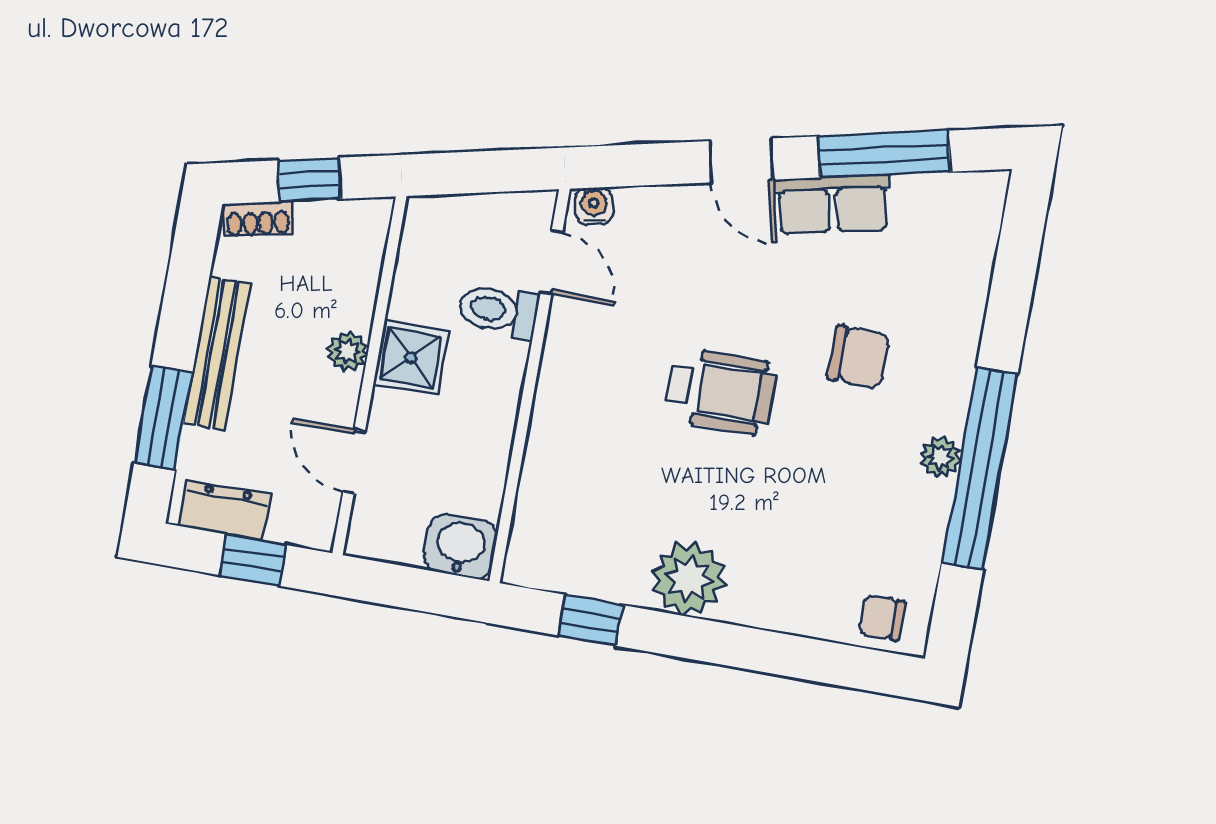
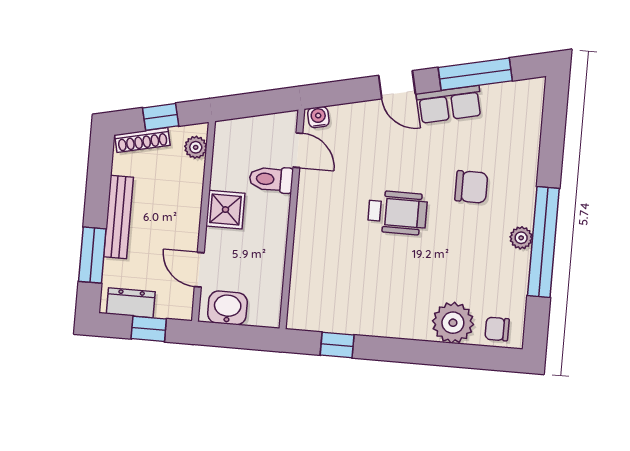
shoe rack: (258, 219) -> (142, 140), width x1.43
plant: (348, 351) -> (196, 147), moved
washbasin: (460, 546) -> (227, 308), moved
plant: (689, 579) -> (453, 323), moved

